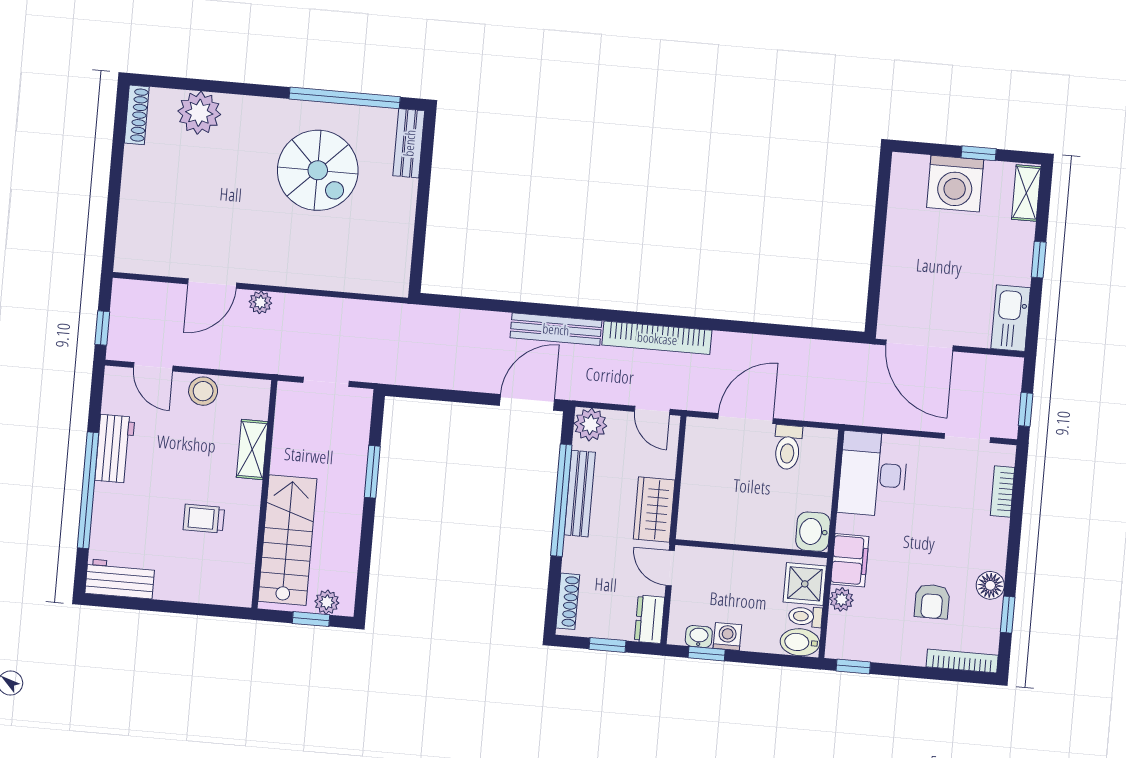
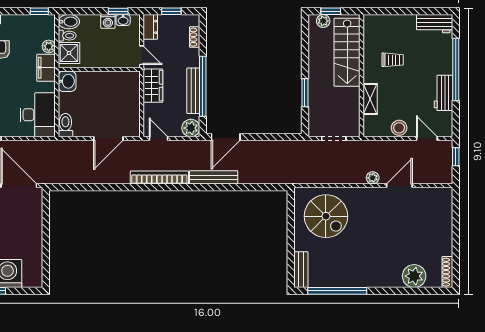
spiral stairs: (318, 170) -> (326, 216), moved, turned 180
toilet: (788, 447) -> (65, 125), moved
shoe rack: (568, 601) -> (195, 37), width x0.70

